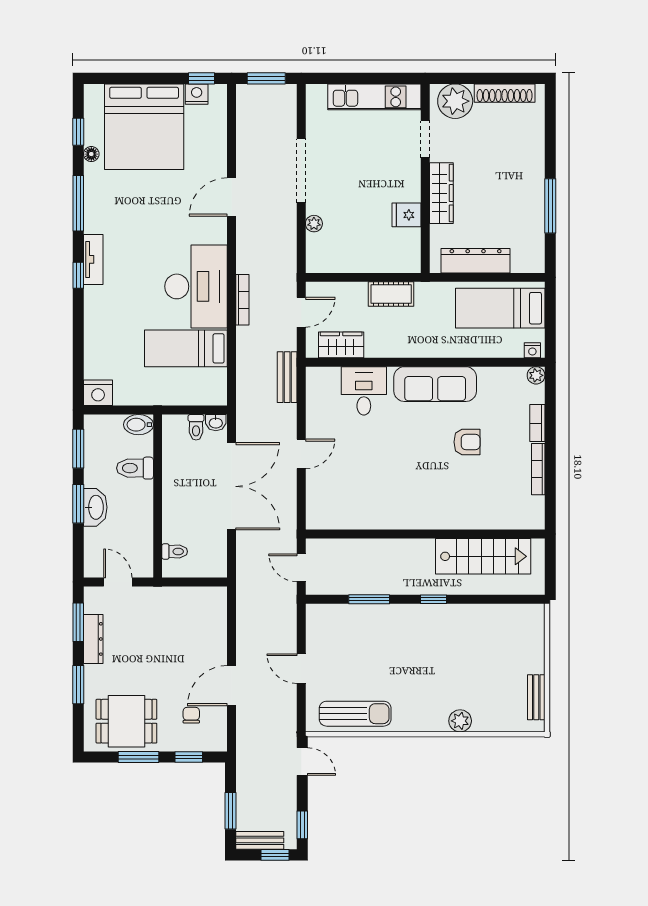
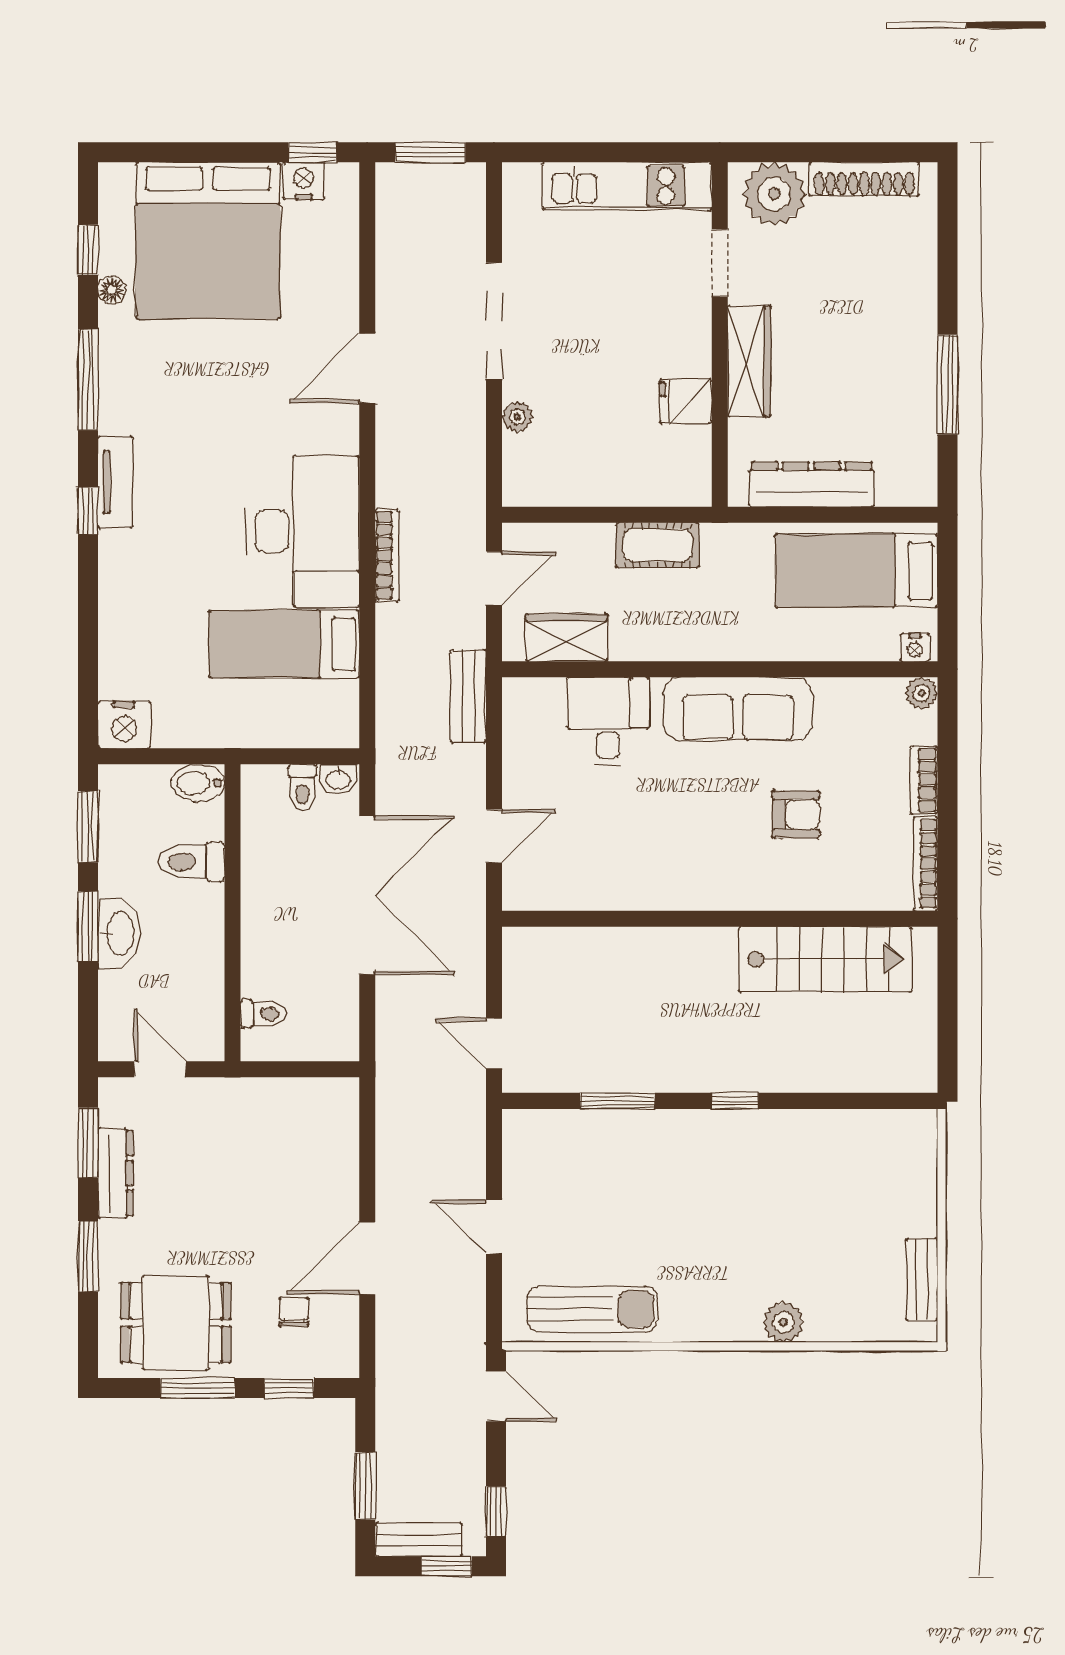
wall: (425, 534) -> (720, 919), moved
stairs: (483, 556) -> (825, 959), moved

